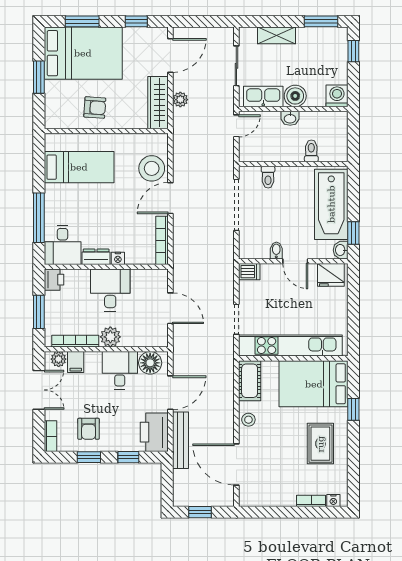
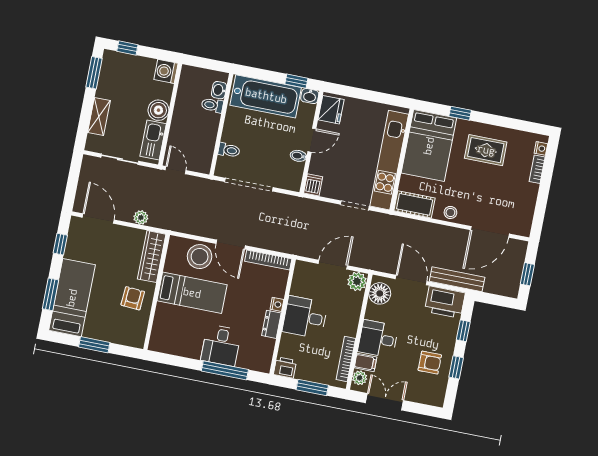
bed: (83, 53) -> (72, 298), width x0.67
wardrobe: (158, 103) -> (152, 257), moved, turned 90
washbasin: (290, 118) -> (219, 90), moved, turned 180
bed: (79, 167) -> (192, 293), moved, turned 90
desk: (63, 245) -> (221, 345), moved, turned 90
plant: (110, 337) -> (357, 281), moved
desk: (120, 370) -> (378, 339), moved
bookcase: (50, 436) -> (430, 399), removed

